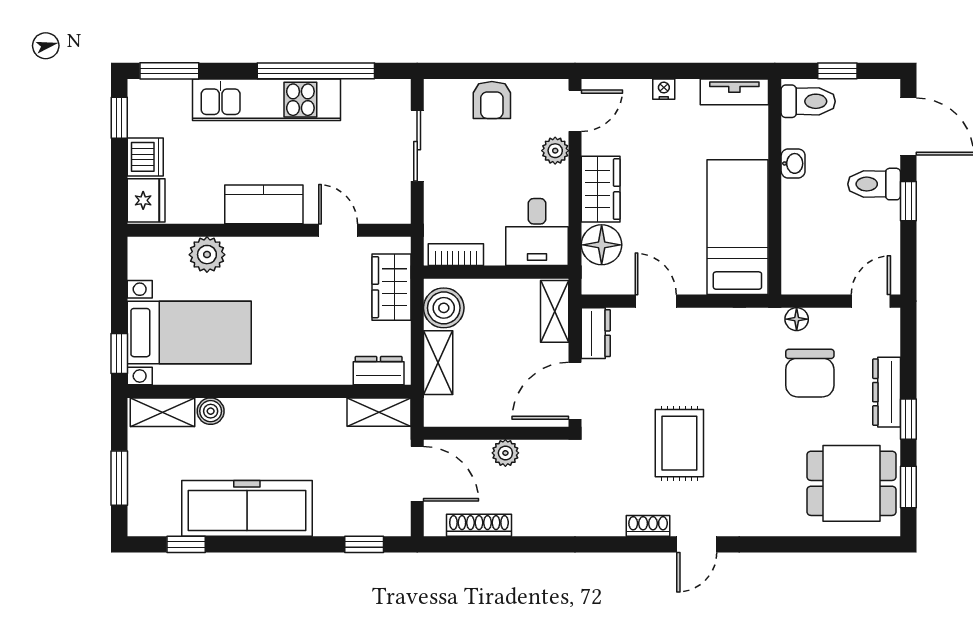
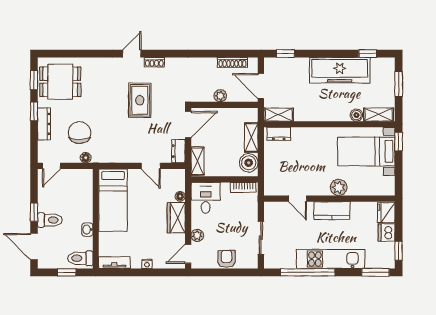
floor lamp: (602, 245) -> (180, 196), width x0.53, depth x0.53
plant: (207, 255) -> (339, 187), moved
wardrobe: (391, 287) -> (273, 172), removed

